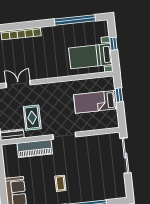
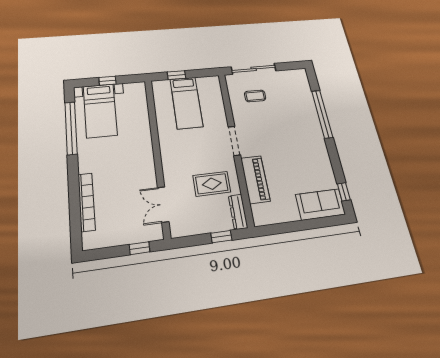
bed with nightstands: (91, 56) -> (100, 110), moved
coffee table: (60, 183) -> (255, 96), moved

